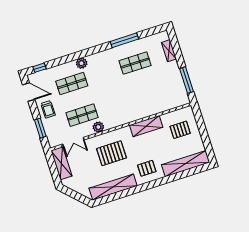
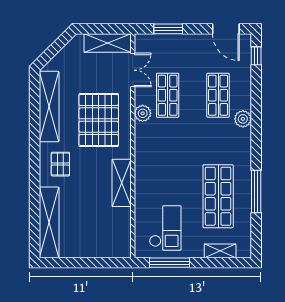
shop shelf: (135, 63) -> (218, 196), width x1.43, depth x1.36
checkout: (166, 90) -> (165, 228), added
door: (29, 92) -> (226, 29), hinge flipped
trolley: (48, 109) -> (192, 49), removed
pallet: (180, 130) -> (100, 230), removed
double door: (73, 142) -> (133, 70), swing flipped
pallet: (111, 153) -> (99, 120), width x1.37, depth x1.41

